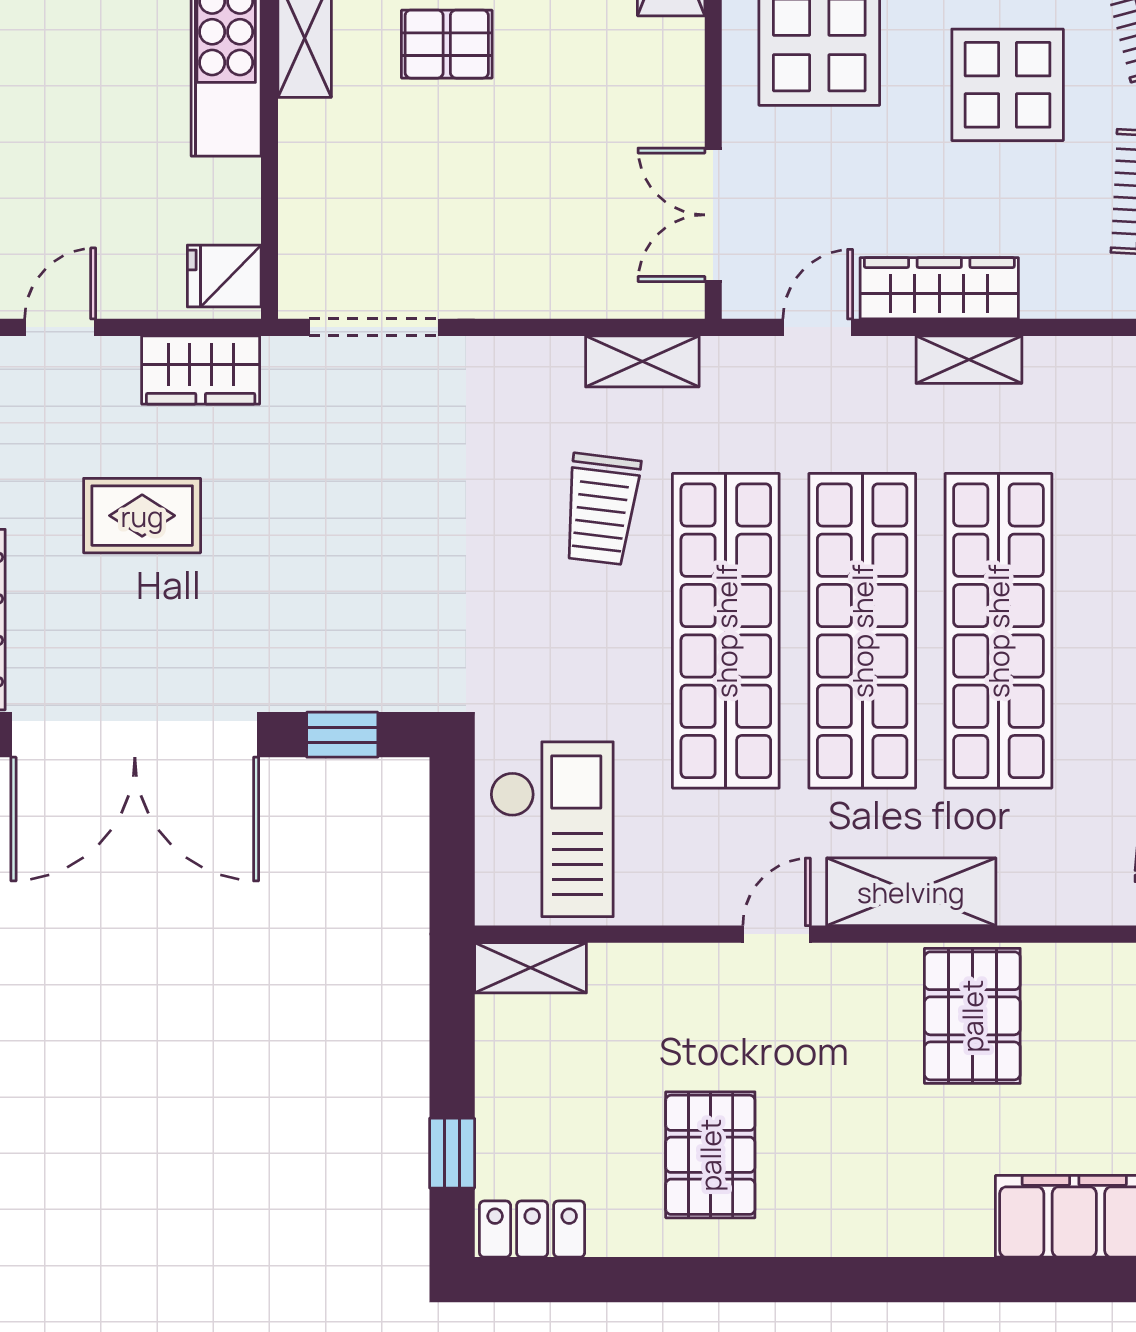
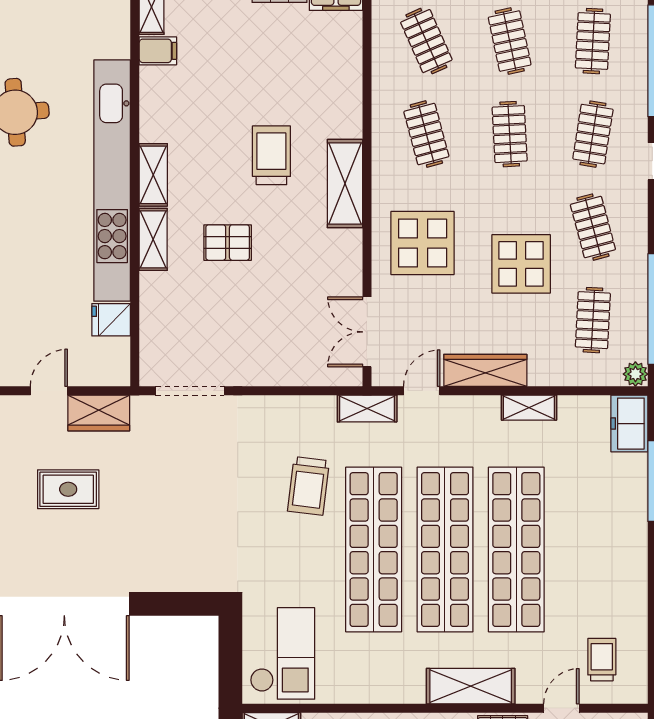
fridge: (224, 276) -> (111, 320), moved
door: (60, 327) -> (49, 391), moved
shelving: (969, 360) -> (529, 408), moved
shelving: (642, 361) -> (367, 409), moved
window: (342, 735) -> (173, 604), removed
door: (777, 934) -> (561, 708), moved

